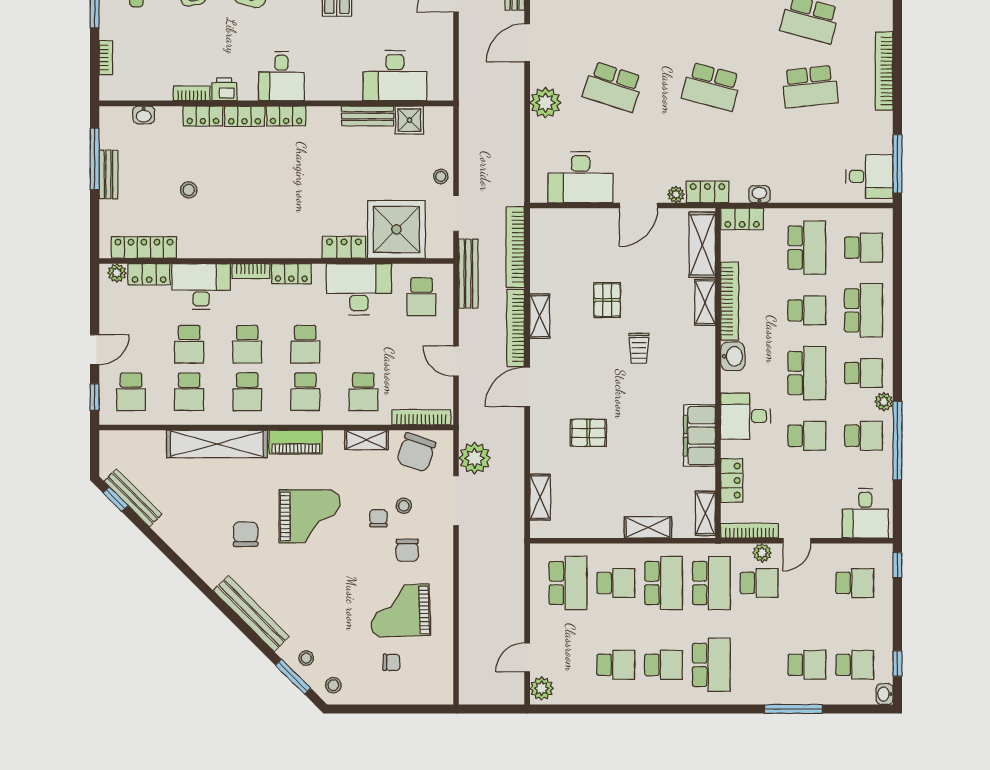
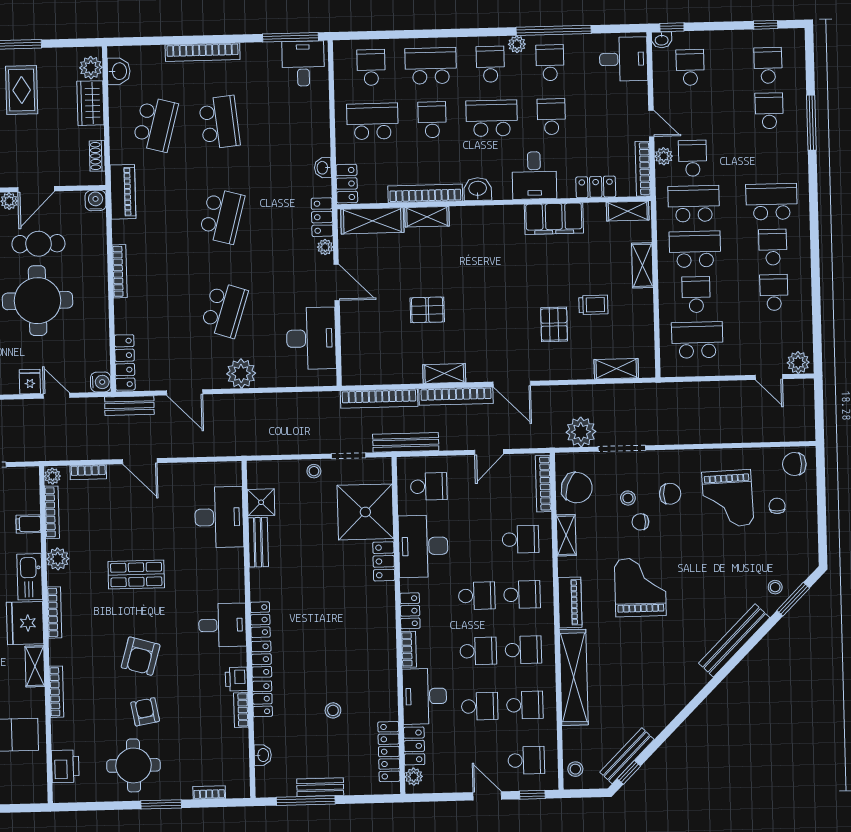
trolley: (639, 348) -> (593, 305), moved
chair: (246, 534) -> (794, 464), moved
stool: (333, 685) -> (575, 769), moved
washbasin: (885, 694) -> (662, 40), moved

